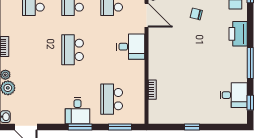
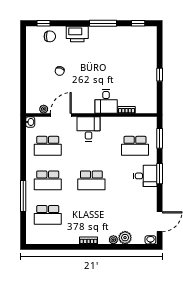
desk: (234, 95) -> (106, 101), moved, turned 180

